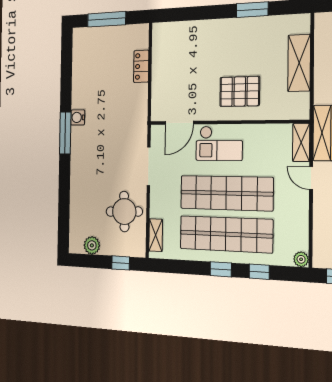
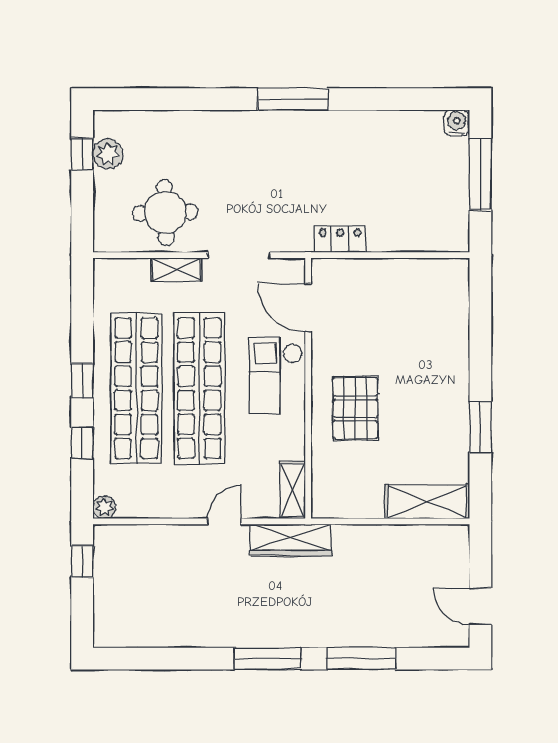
shelving: (299, 63) -> (427, 502), moved
locker: (141, 66) -> (340, 239), moved
water cooler: (78, 117) -> (457, 123), moved
shelving: (301, 142) -> (293, 490), moved, turned 90
shelving: (156, 235) -> (177, 269), moved
window: (121, 263) -> (82, 154), moved

